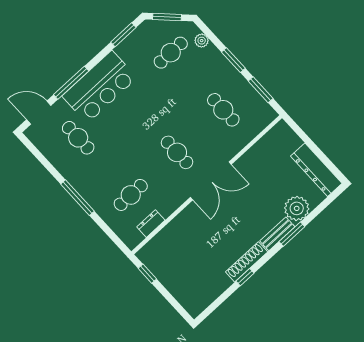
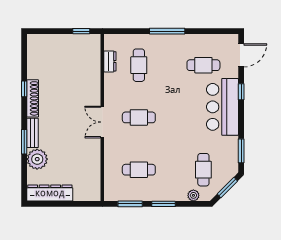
window: (71, 83) -> (241, 92), width x0.46
double door: (211, 181) -> (102, 122), width x0.73

